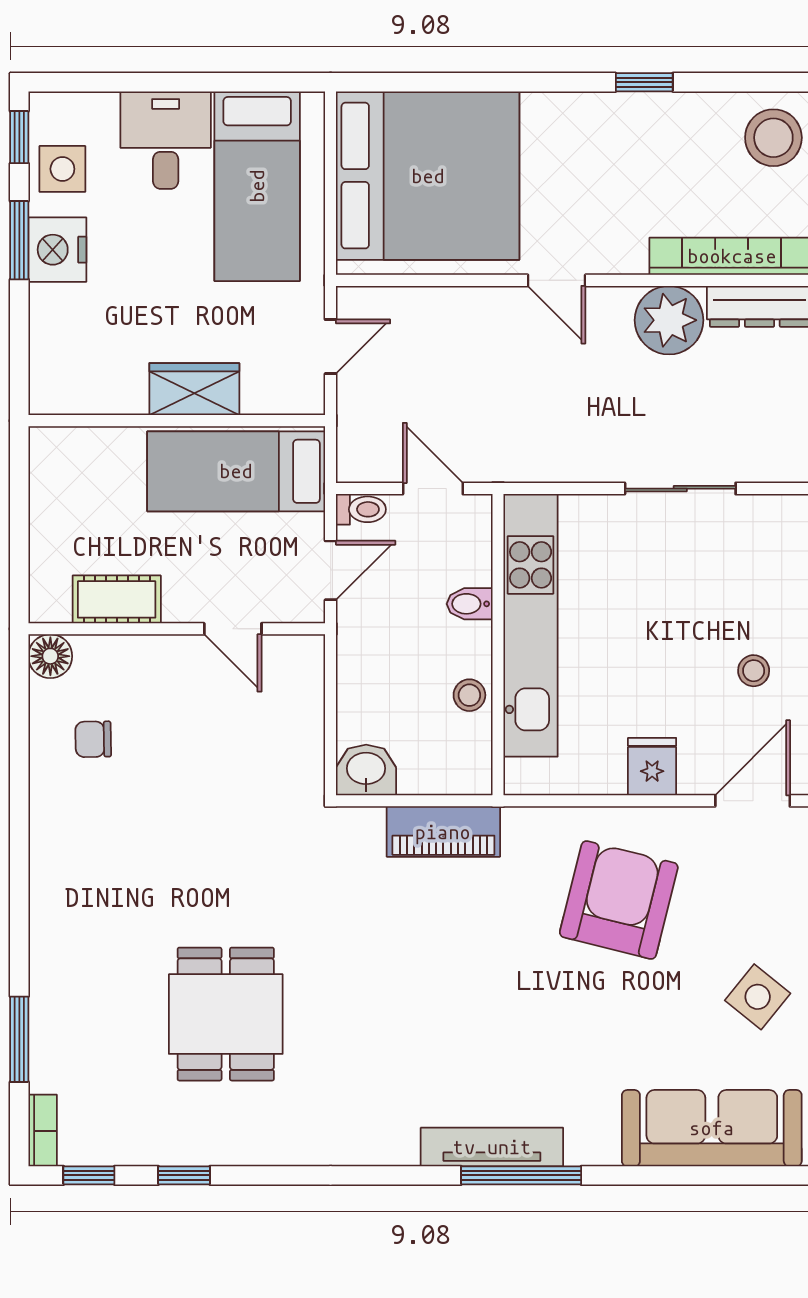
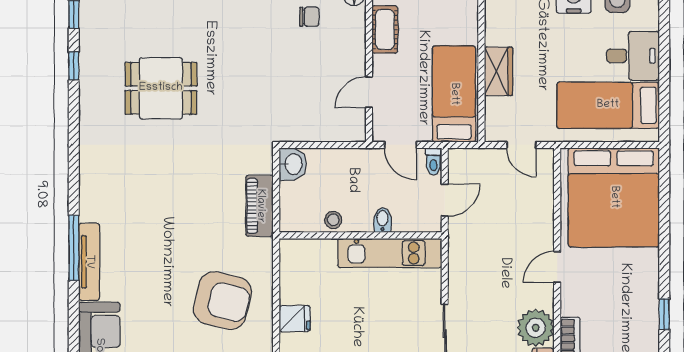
kitchen unit: (531, 625) -> (390, 253), width x0.73
chair: (93, 739) -> (309, 17), turned 91
tv unit: (492, 1147) -> (89, 262), moved

